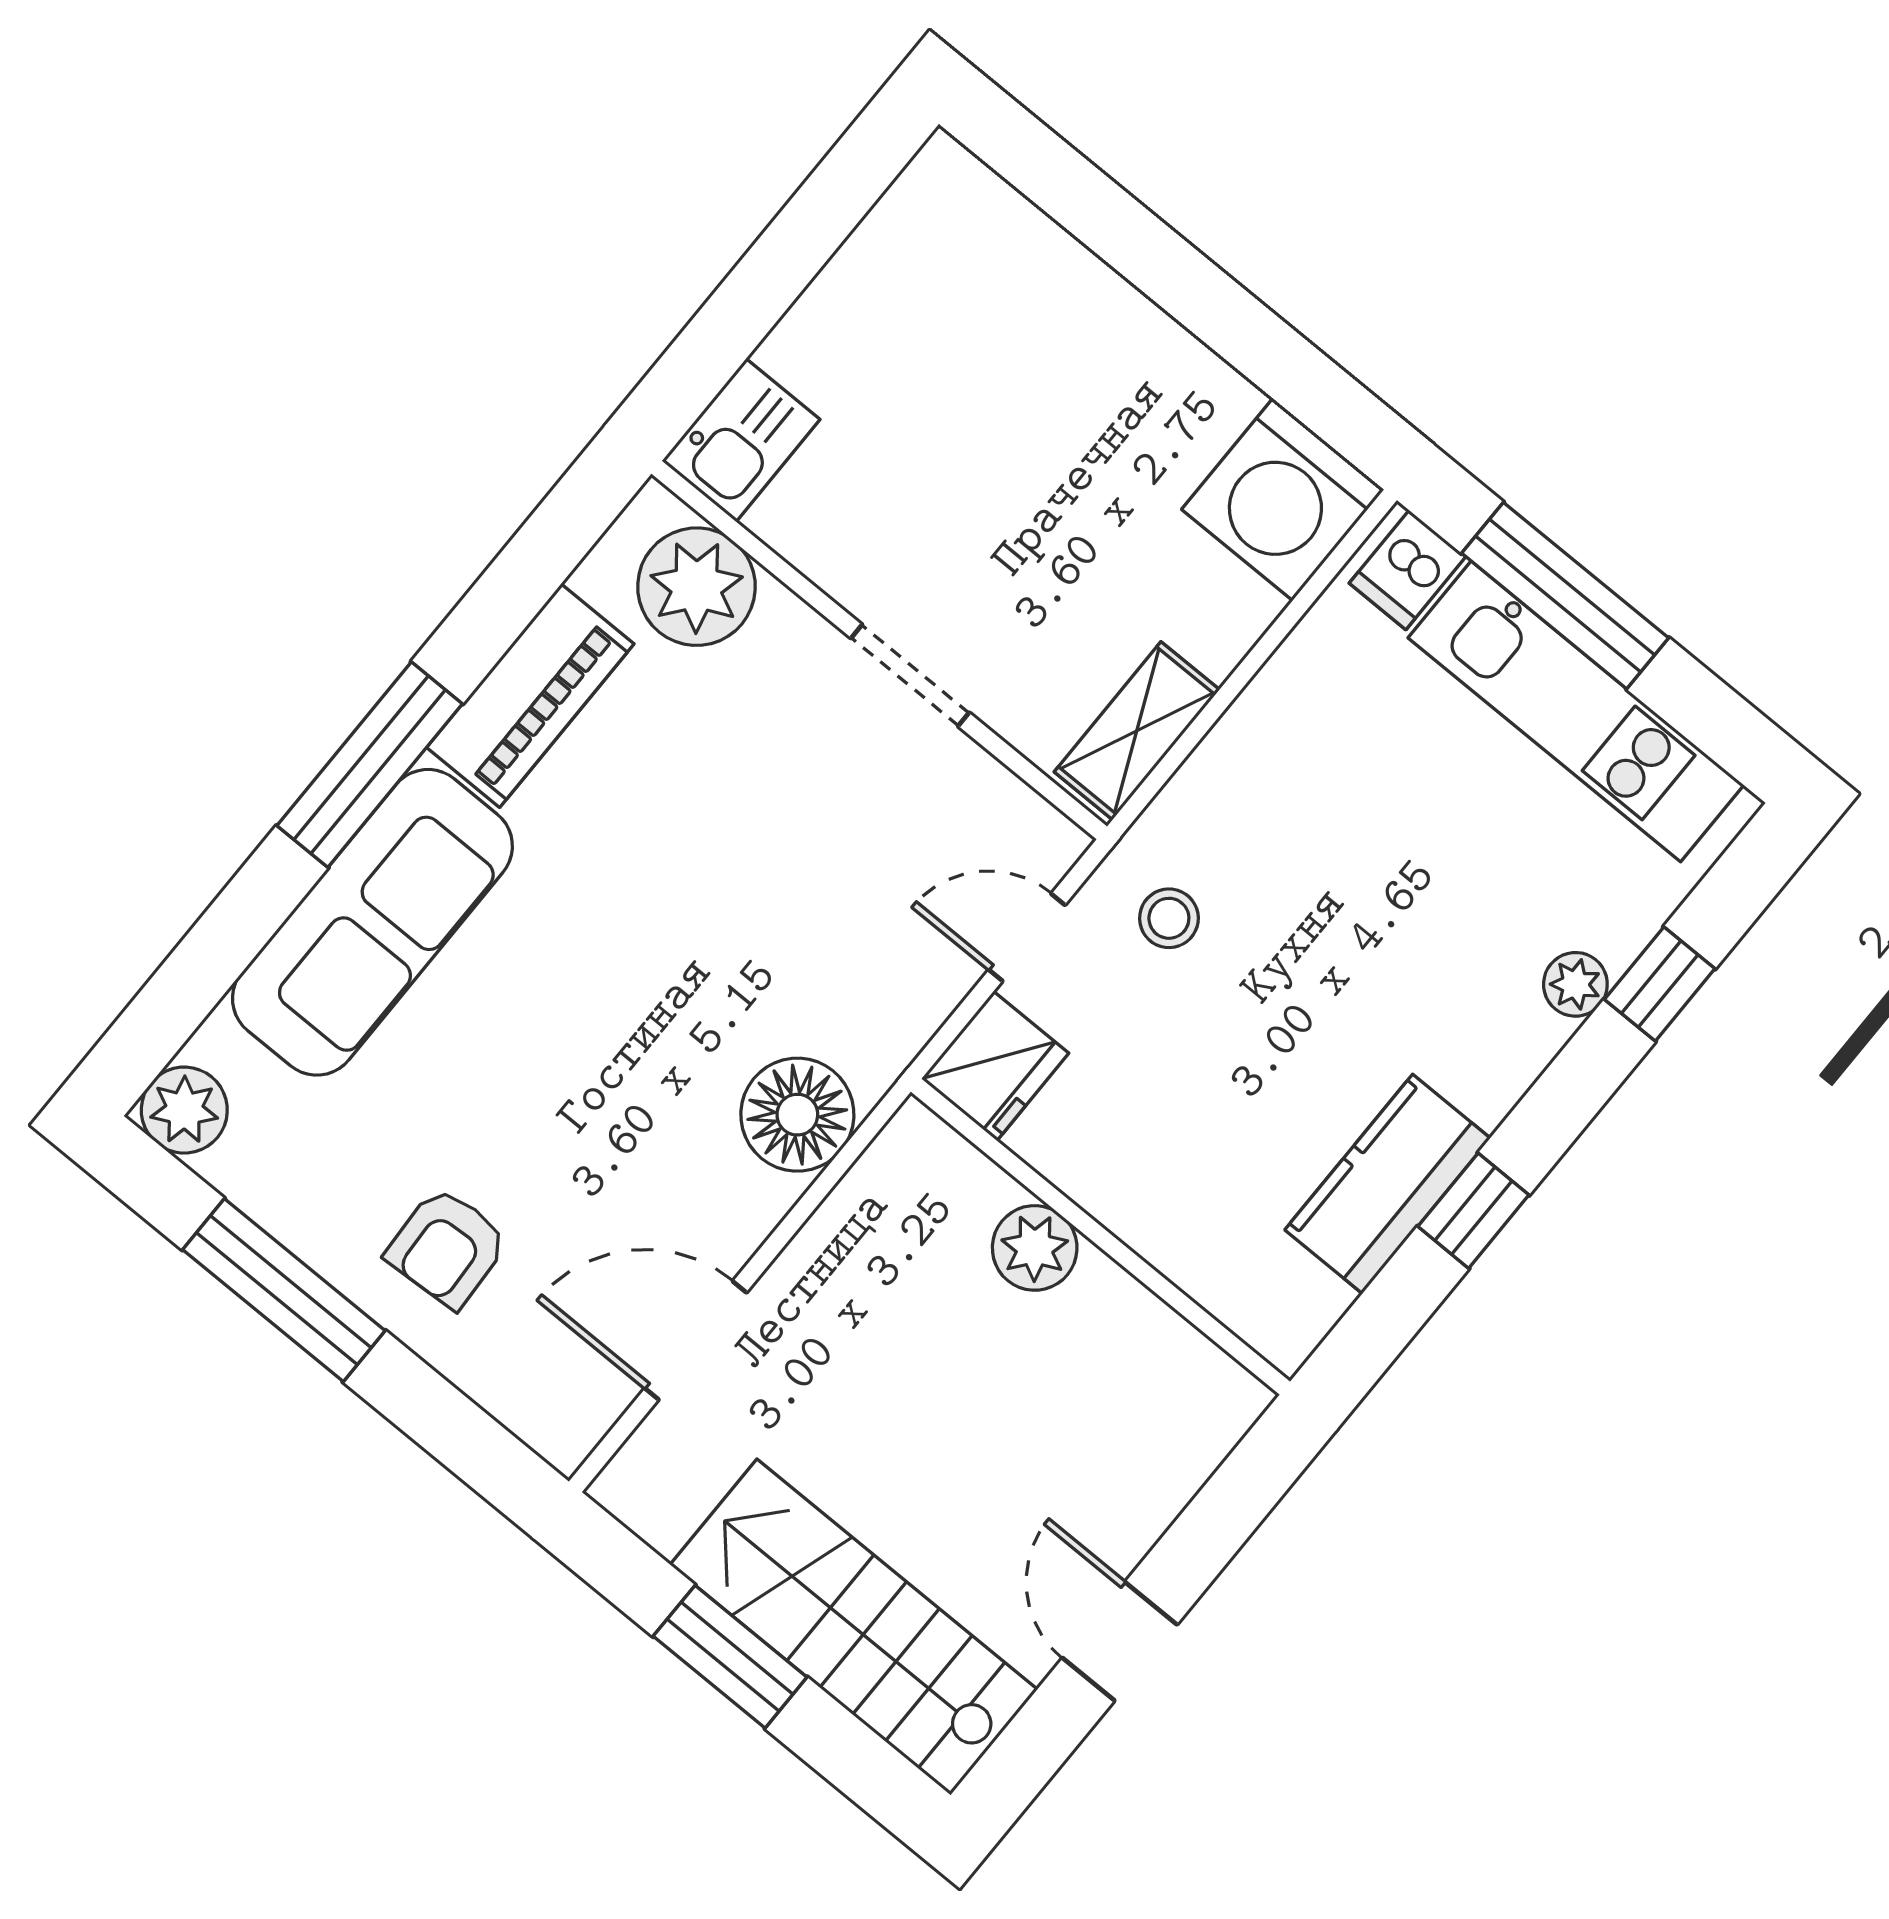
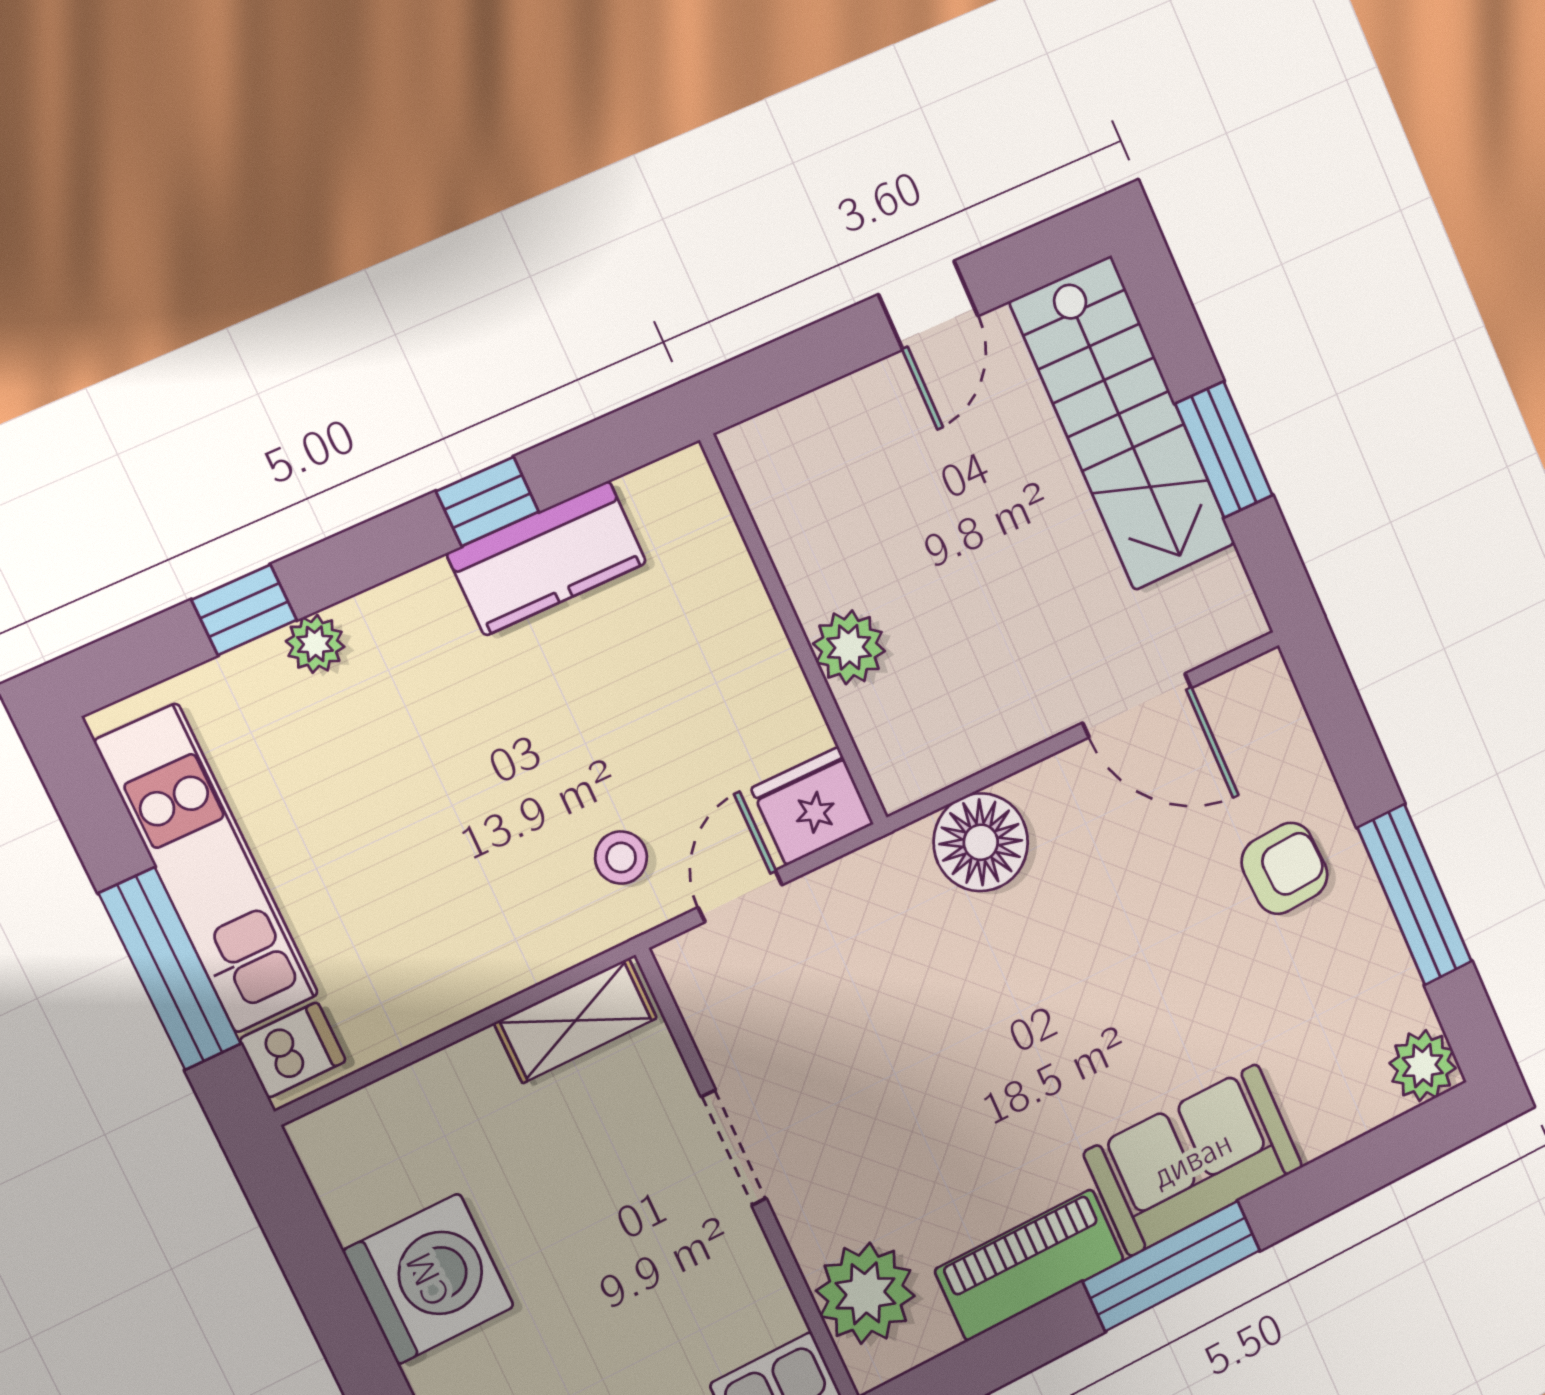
washing machine: (1283, 499) -> (429, 1279), moved
sofa: (372, 922) -> (1193, 1160), width x0.73
door: (1027, 937) -> (740, 896), swing flipped

